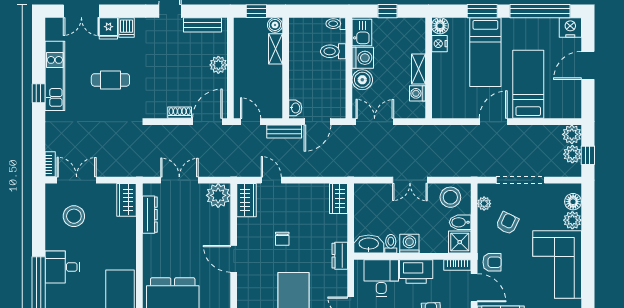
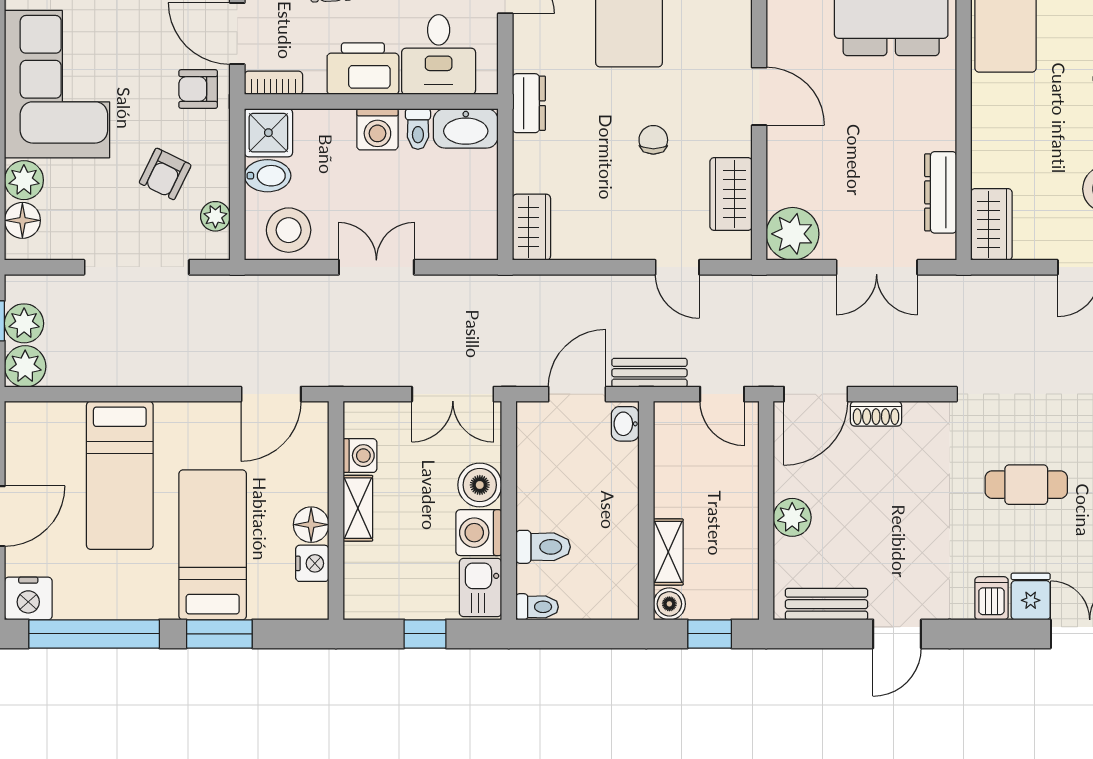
floor lamp: (440, 26) -> (311, 525), moved
door: (493, 122) -> (271, 394), moved
wardrobe: (247, 200) -> (731, 194), moved

